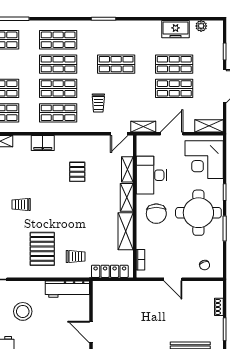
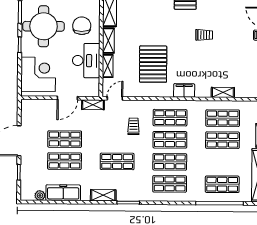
freezer: (176, 29) -> (63, 193), width x1.40
shelving: (209, 126) -> (103, 195), moved
pallet: (77, 172) -> (153, 64), width x2.05, depth x2.00

